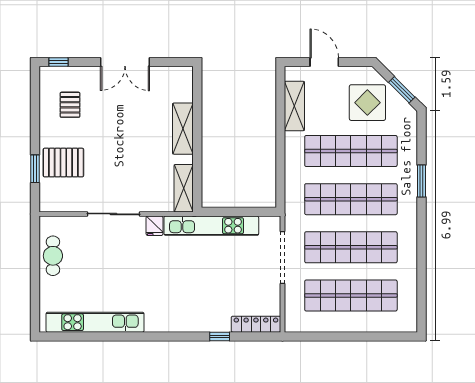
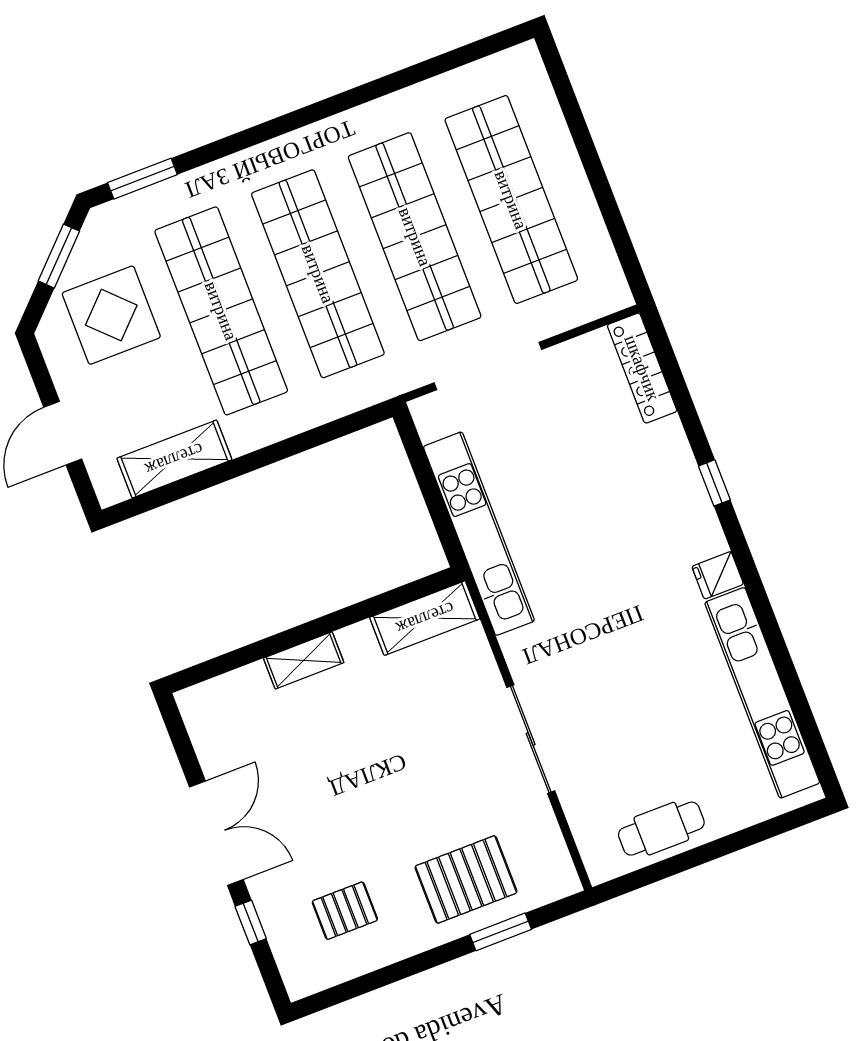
window: (59, 62) -> (251, 922), moved
shelving: (183, 129) -> (304, 660), width x0.67, depth x0.75
pallet: (63, 163) -> (466, 879), turned 90
window: (421, 181) -> (142, 179), moved
fridge: (155, 226) -> (718, 575), moved, turned 180
window: (220, 336) -> (714, 483), moved

